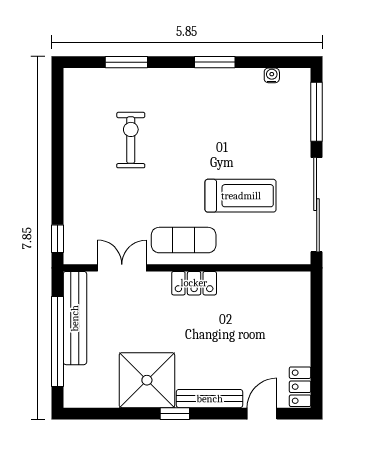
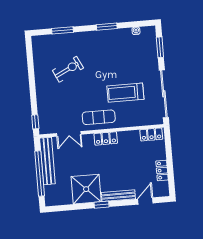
window: (317, 112) -> (160, 47), width x0.69
exercise bike: (131, 140) -> (68, 69), turned 64
treadmill: (241, 196) -> (125, 93), turned 180
double door: (122, 268) -> (69, 134), swing flipped
locker: (285, 283) -> (151, 134), added
locker: (300, 387) -> (162, 170), moved

